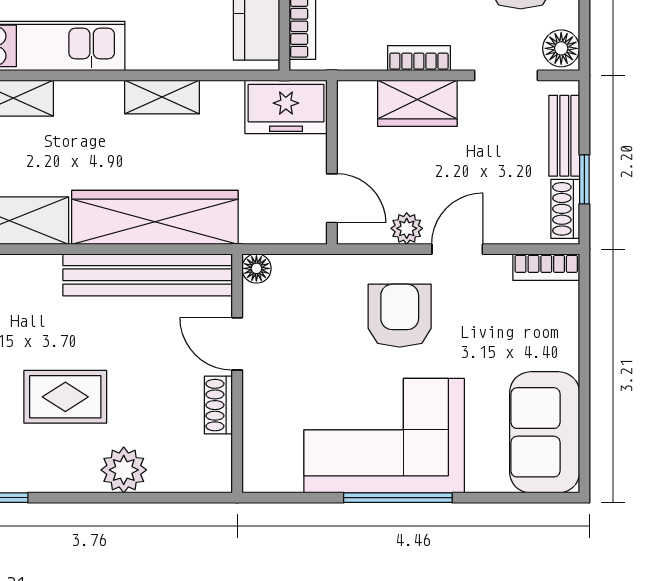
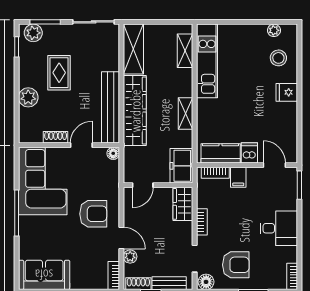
wardrobe: (417, 103) -> (183, 204), moved
plant: (407, 228) -> (130, 257), moved
corner sofa: (384, 436) -> (43, 181), moved

